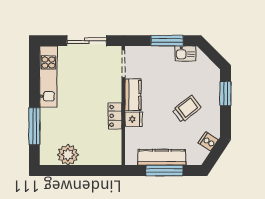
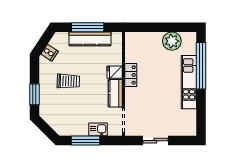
sliding door: (87, 41) -> (155, 141), width x0.73
kitchen sink: (185, 53) -> (98, 129), moved
kitchen unit: (48, 77) -> (189, 82), moved
trolley: (187, 109) -> (68, 81), turned -140
window: (34, 126) -> (201, 66), width x1.46

